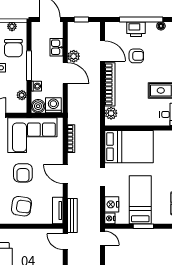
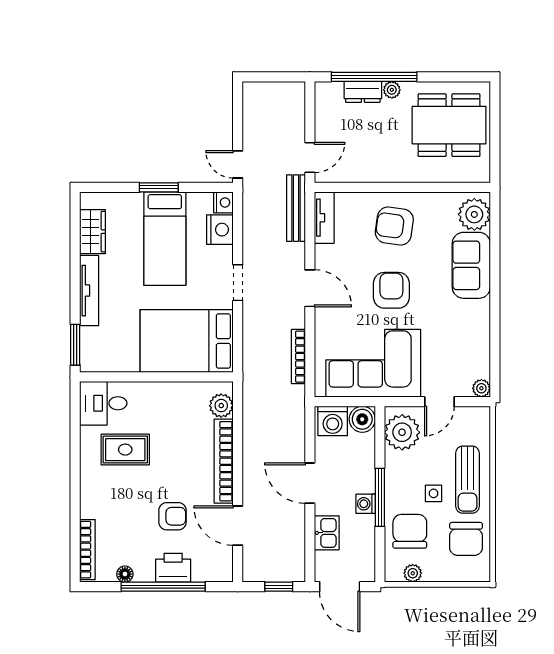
plant: (74, 56) -> (294, 516), removed
armchair: (136, 56) -> (173, 516), turned 180
washing machine: (36, 86) -> (366, 504), moved
plant: (22, 95) -> (402, 432), width x1.88, depth x1.88
door: (65, 242) -> (310, 157), hinge flipped

